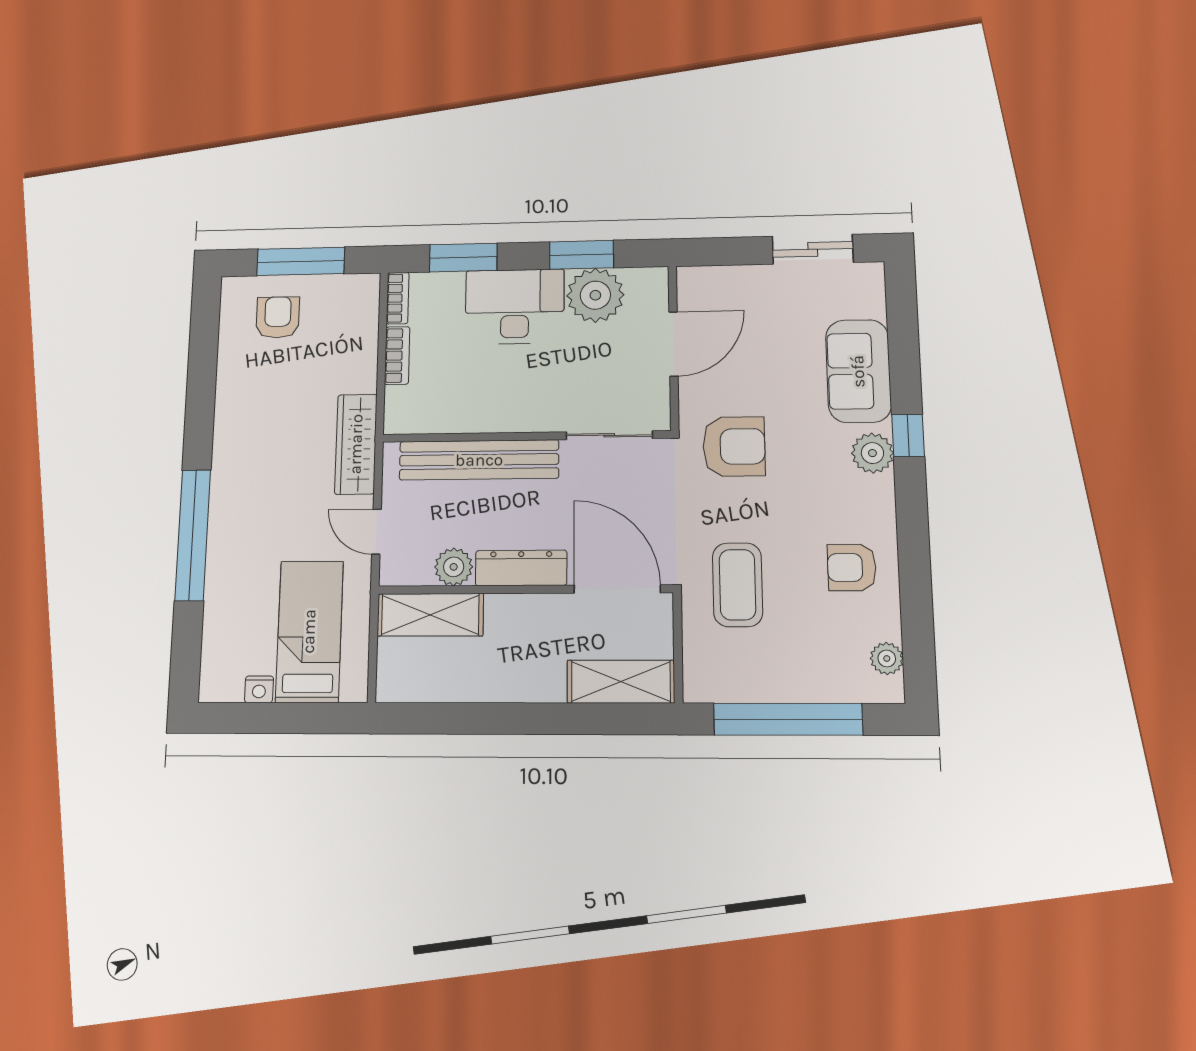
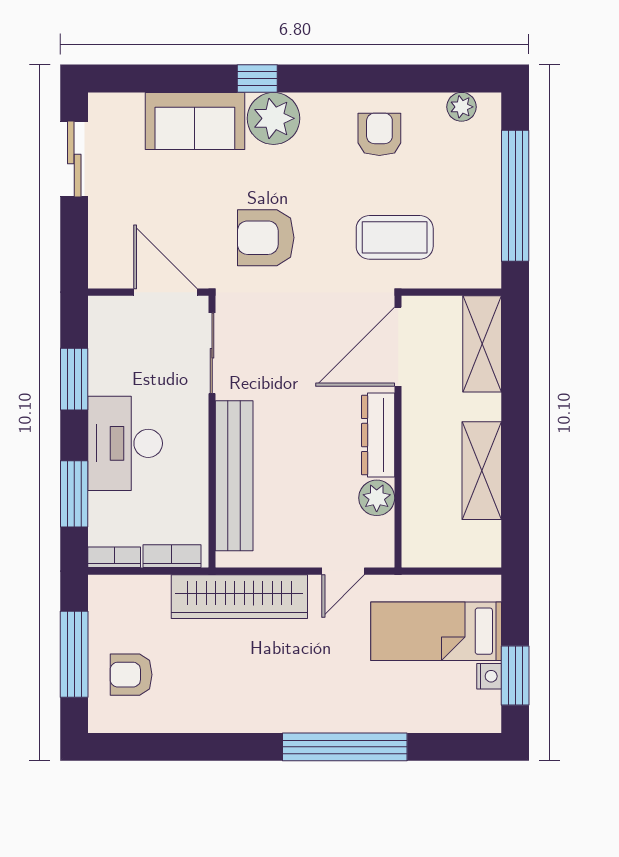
plant: (595, 295) -> (115, 366), removed
sliding door: (609, 435) -> (212, 353), moved
wall: (526, 436) -> (212, 432), moved
wardrobe: (356, 444) -> (239, 597), width x1.40, depth x1.17
armchair: (734, 446) -> (266, 238), turned -90
plant: (872, 453) -> (274, 118), width x1.36, depth x1.36
bench: (479, 460) -> (234, 476), moved
armchair: (852, 567) -> (379, 134), turned 180
shelving: (430, 615) -> (482, 471), moved
window: (259, 718) -> (515, 675), added

